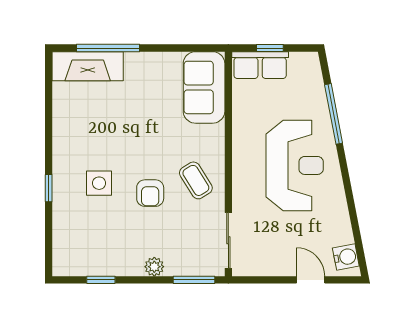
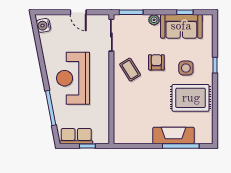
row of seats: (260, 65) -> (76, 136), moved
fireplace: (88, 66) -> (174, 135), moved
sofa: (204, 87) -> (181, 26), moved, turned 90
rug: (91, 131) -> (191, 98), added
door: (311, 280) -> (78, 12), moved

